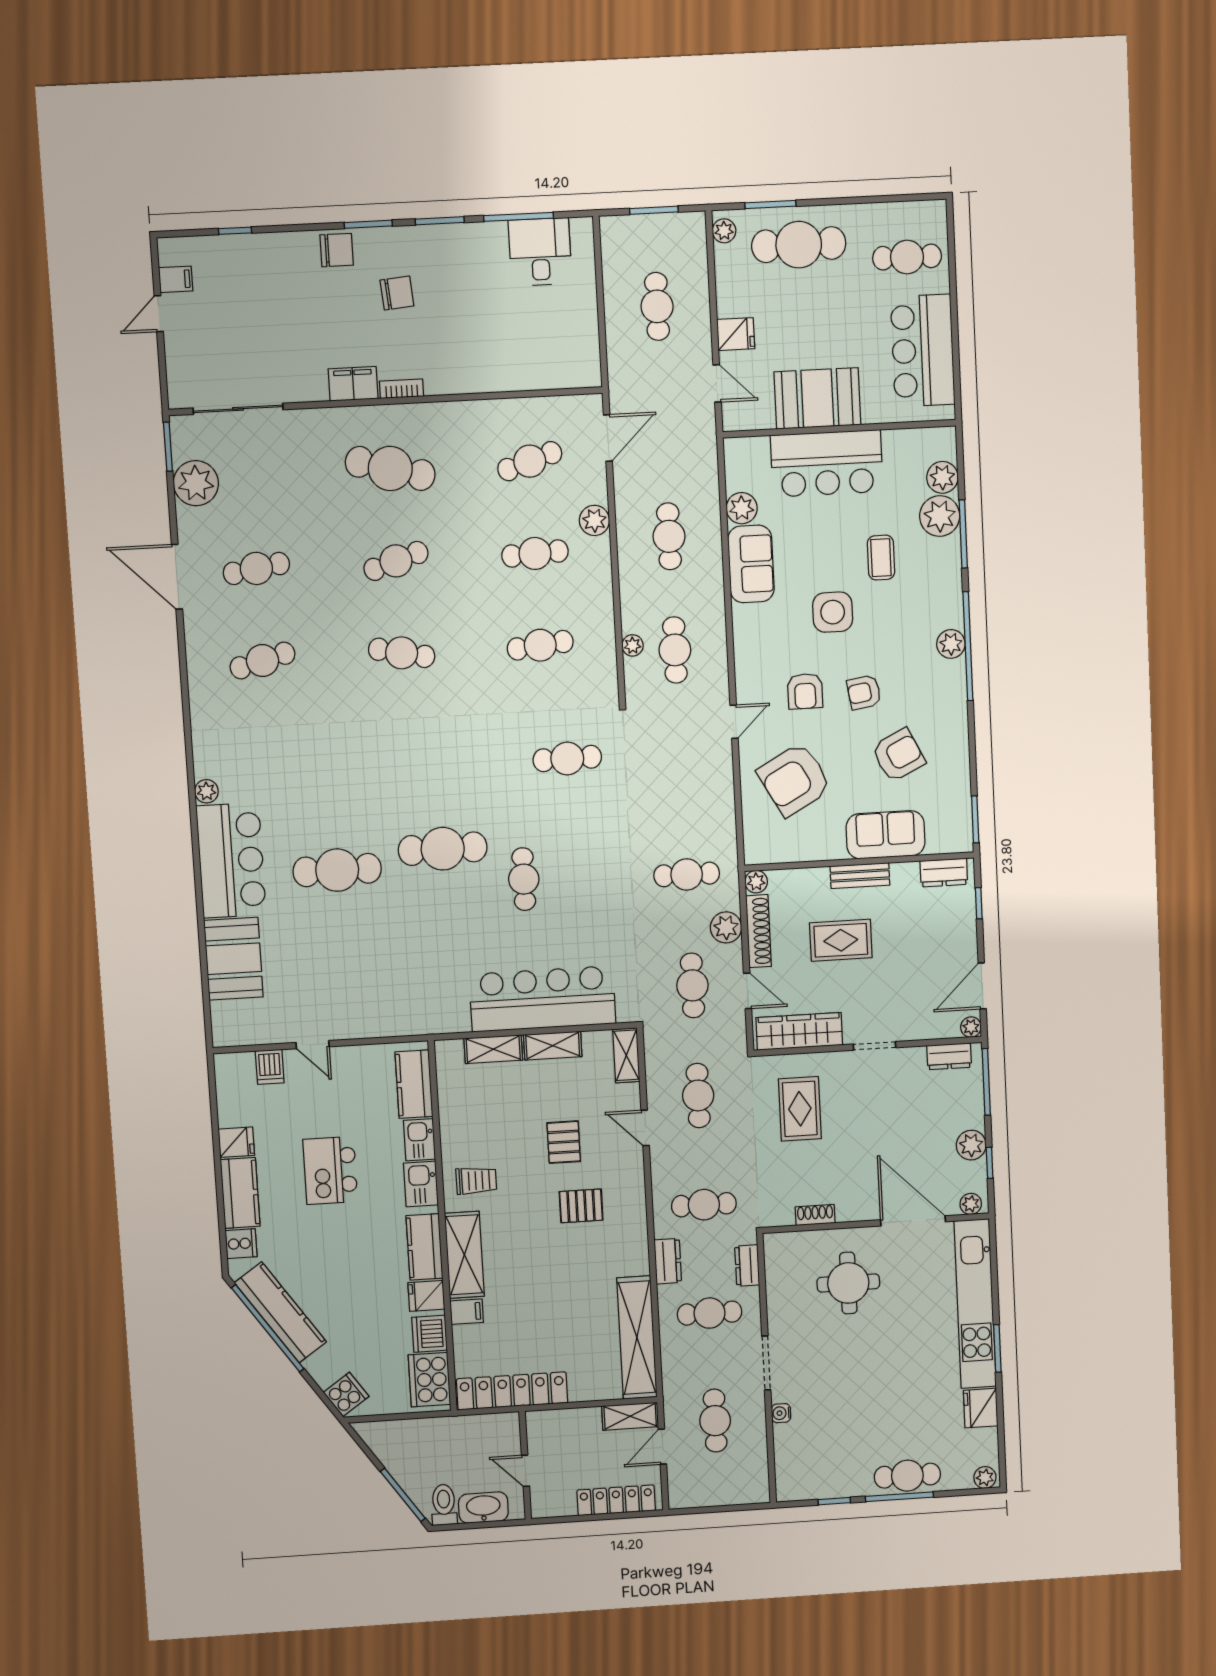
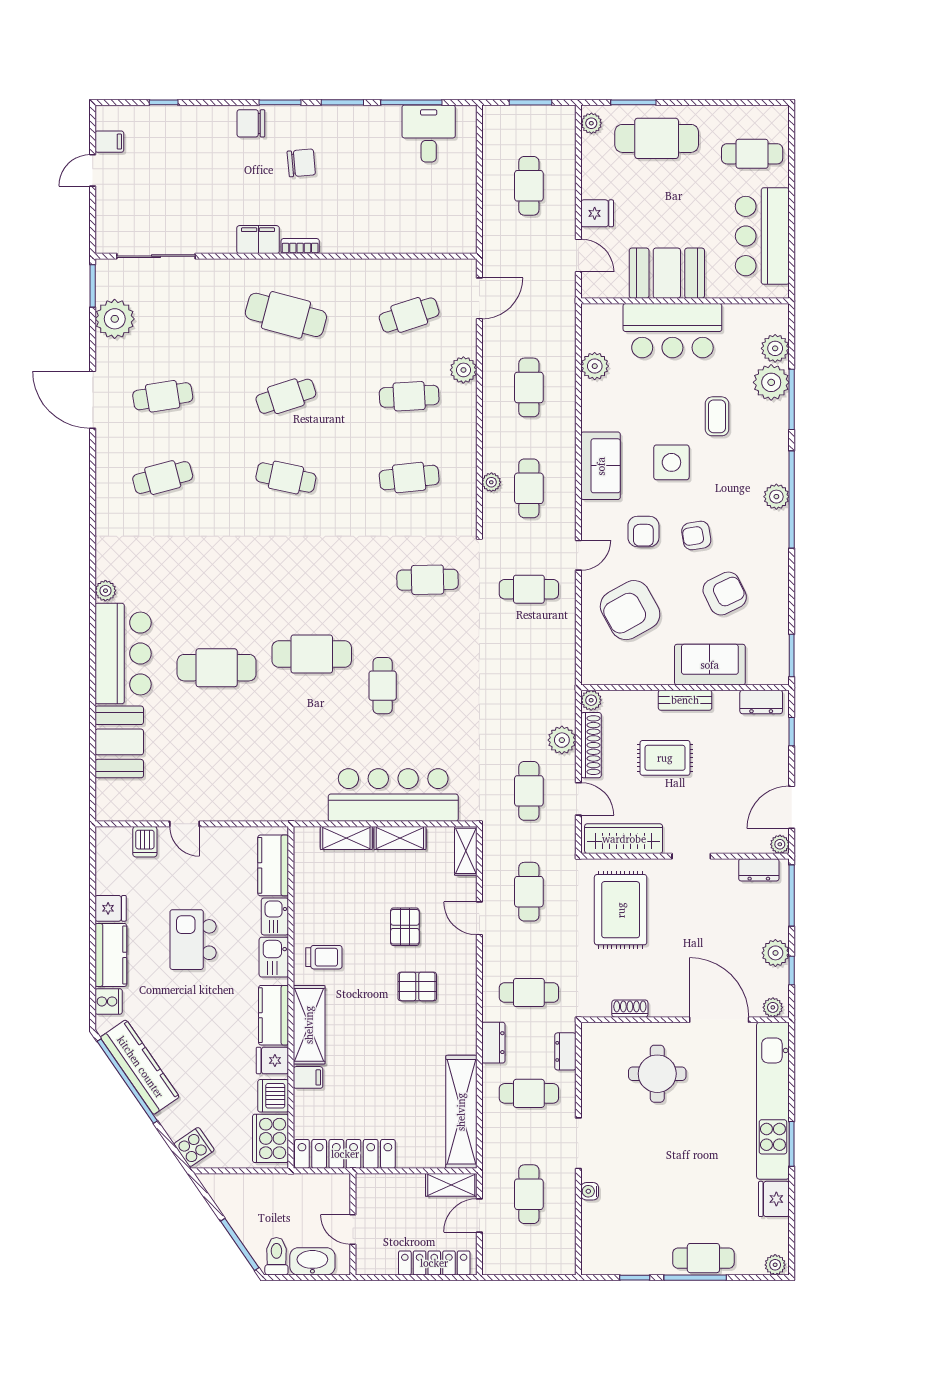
chair: (337, 250) -> (251, 123), turned 180
sofa: (751, 564) -> (601, 466), moved
cafe table: (687, 874) -> (529, 589), moved
rug: (800, 1109) -> (621, 910), width x1.36, depth x1.43

